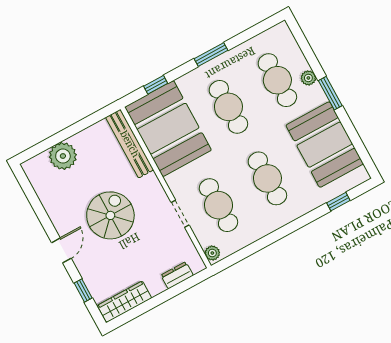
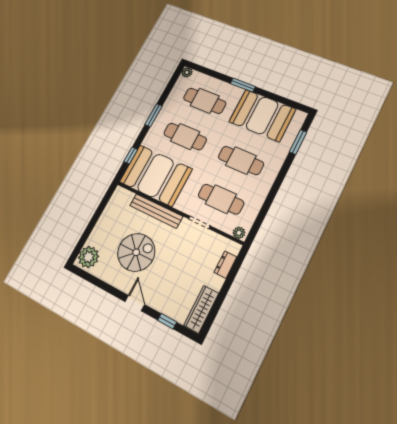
plant: (308, 78) -> (187, 72), moved
bench: (130, 144) -> (156, 211), moved
plant: (63, 156) -> (88, 257), moved
window: (338, 202) -> (298, 142), width x1.50
spiral stairs: (110, 215) -> (136, 252), moved, turned 90

